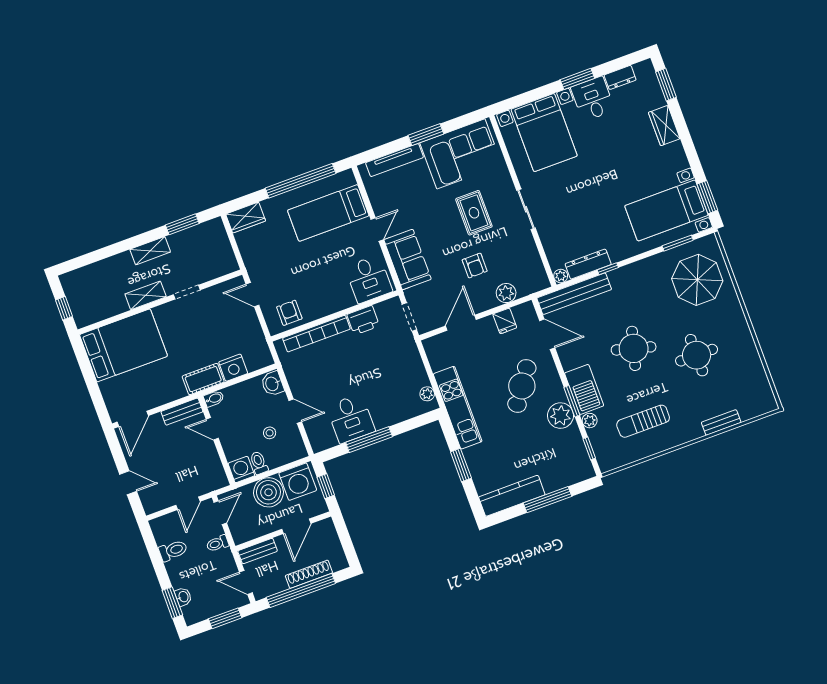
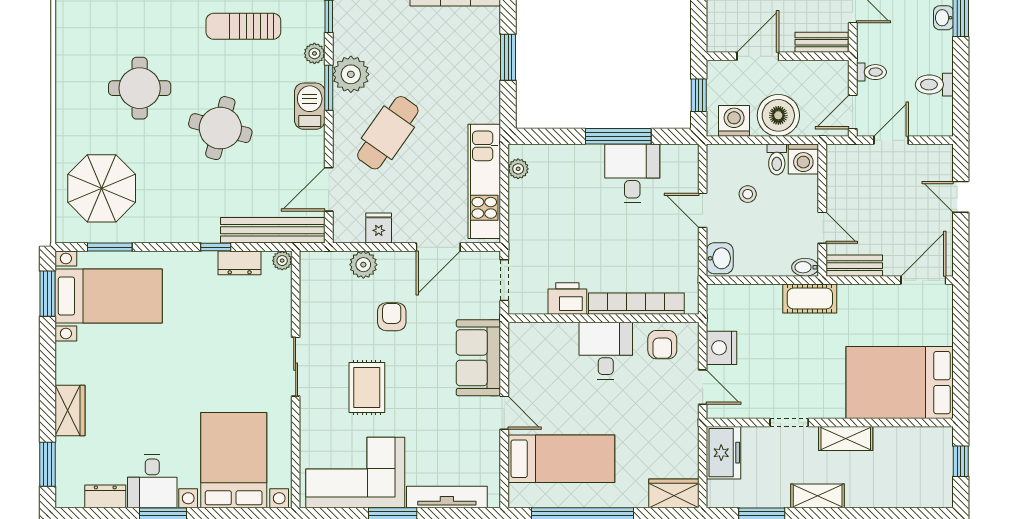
door: (377, 230) -> (504, 413), swing flipped
freezer: (223, 256) -> (724, 453), added
dresser: (588, 264) -> (240, 263), width x0.70
desk: (369, 279) -> (606, 351), moved
door: (547, 334) -> (329, 189), hinge flipped
nightstand: (233, 368) -> (722, 348), moved, turned -90
barbecue: (584, 389) -> (310, 106), width x0.73, depth x0.83
kitchen unit: (458, 408) -> (484, 181), moved
sun lounger: (643, 421) -> (243, 26), turned 180
washing machine: (298, 482) -> (734, 121), width x0.73, depth x0.73

